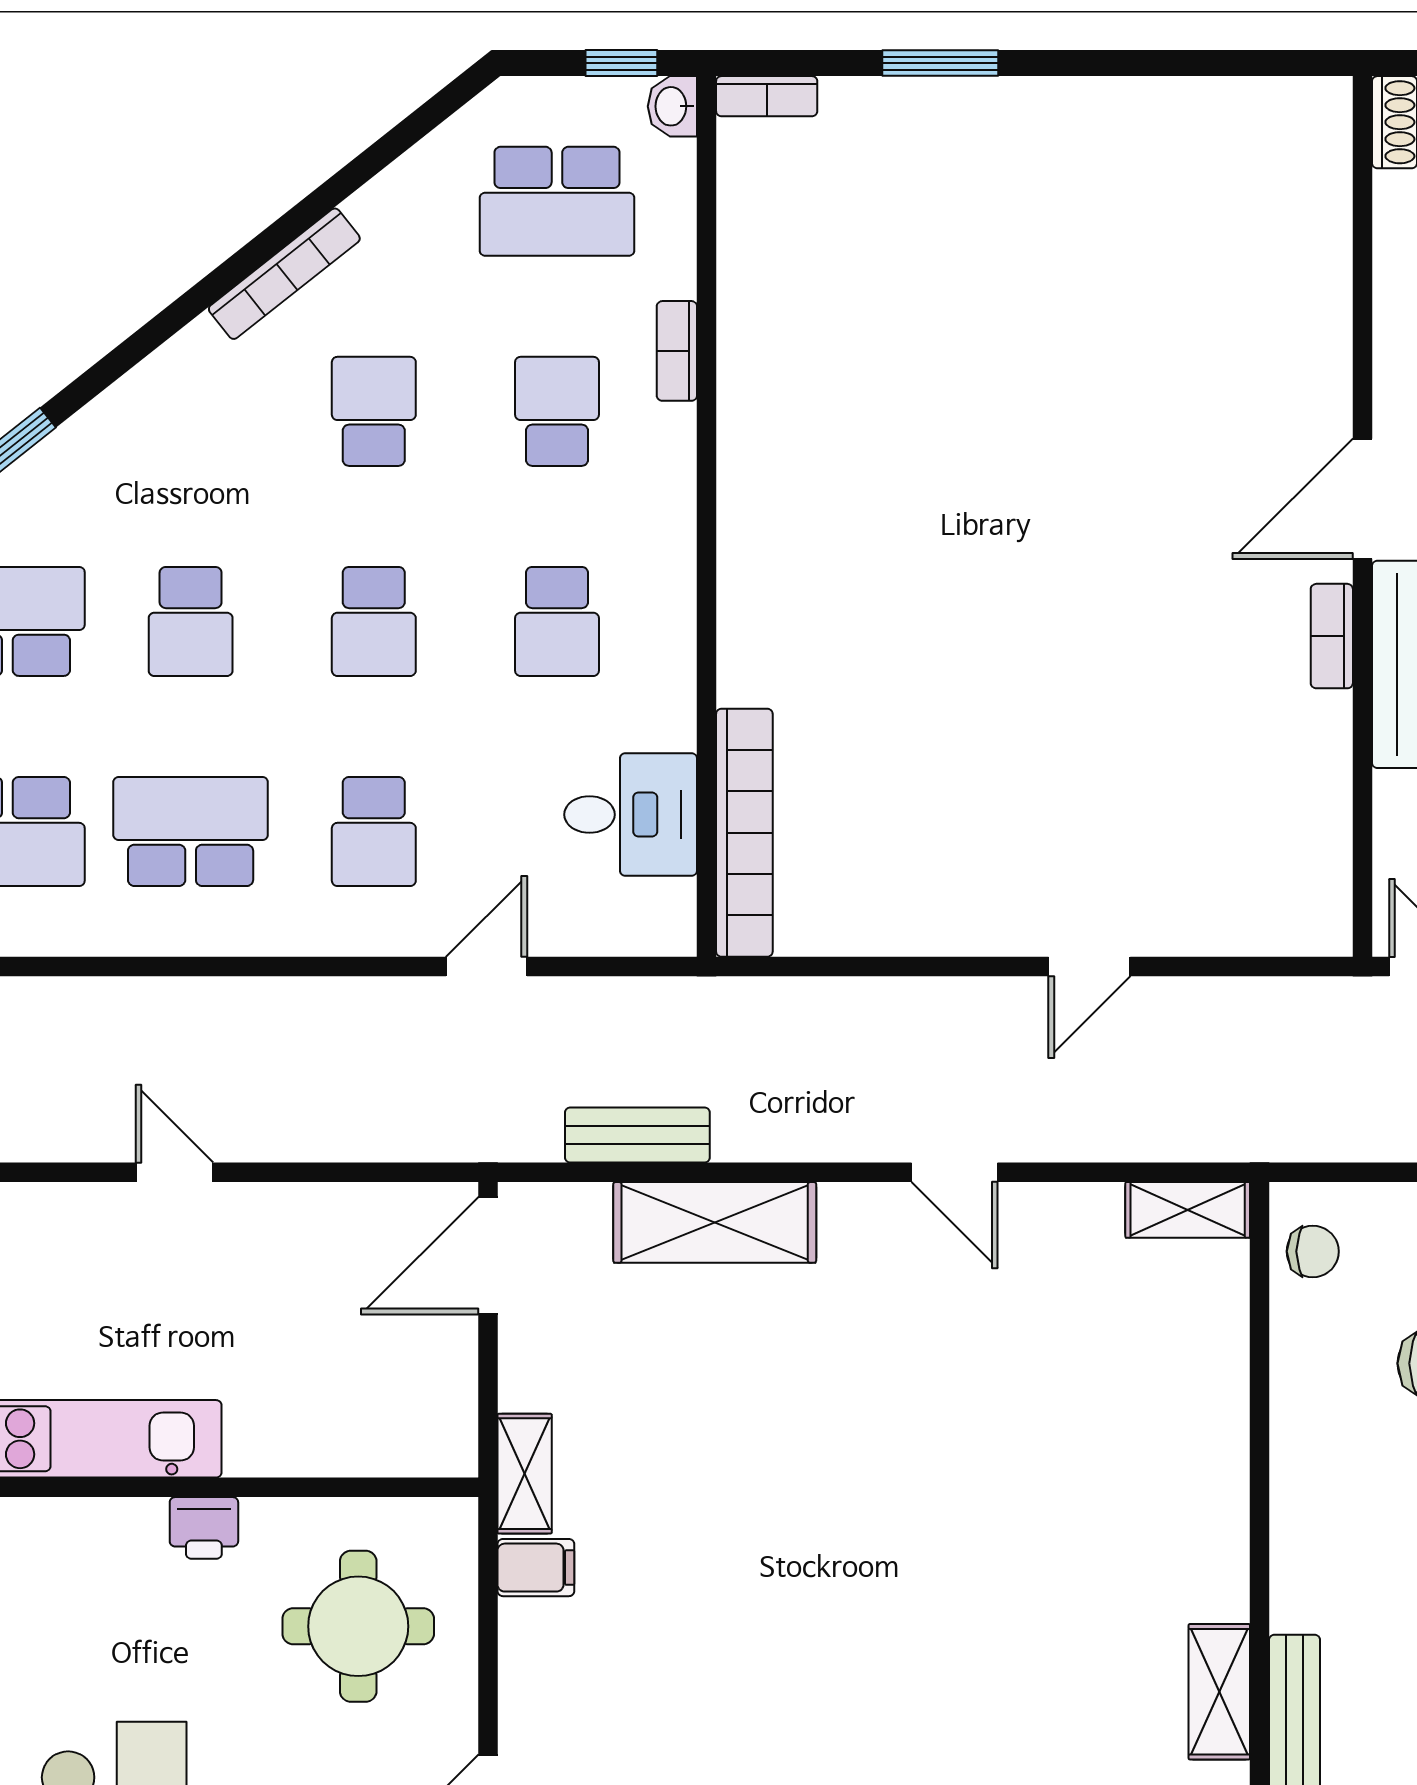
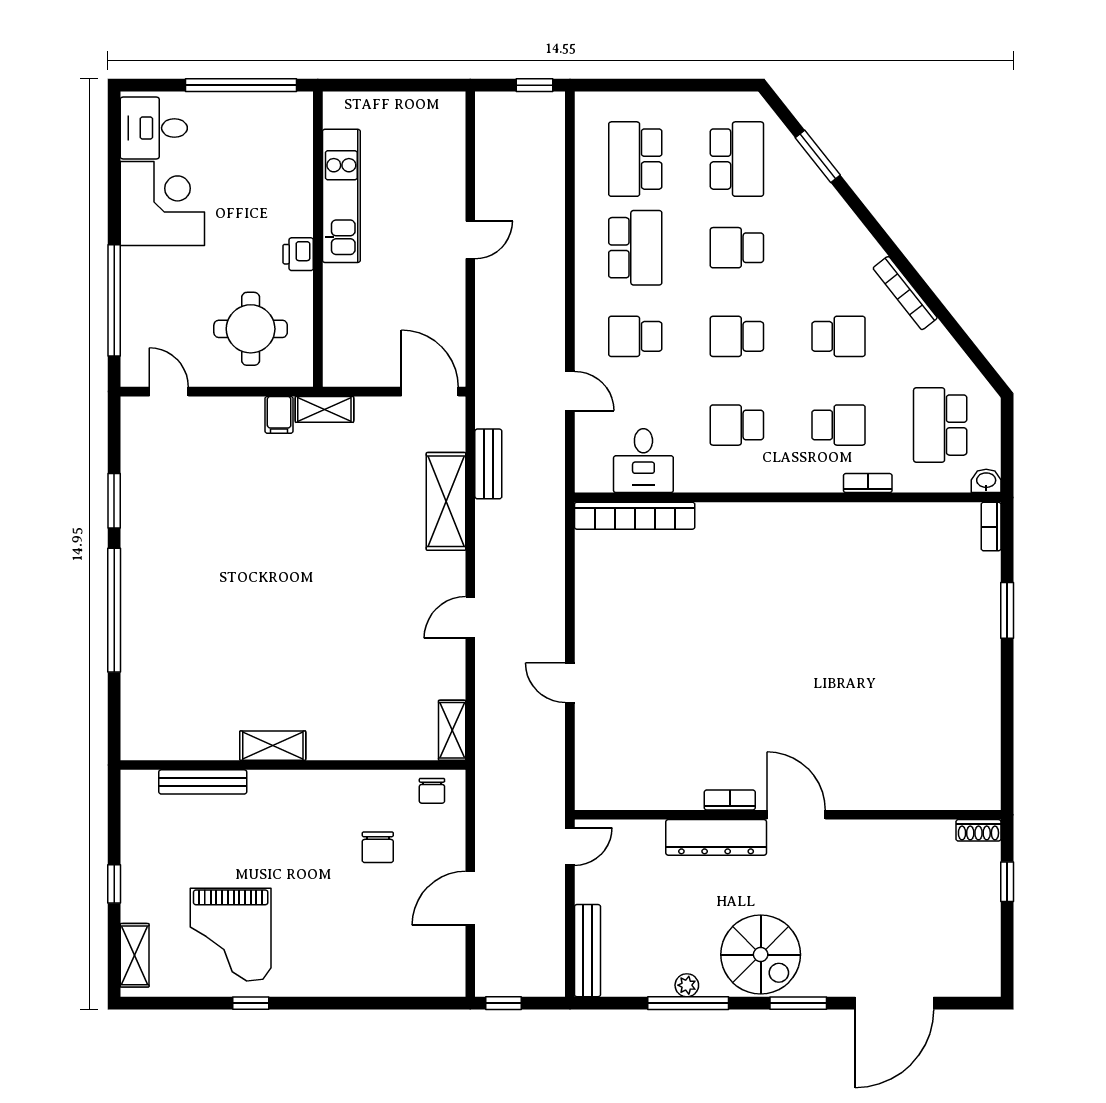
window: (621, 63) -> (1007, 456), removed
shelving: (1219, 1692) -> (273, 746), moved

